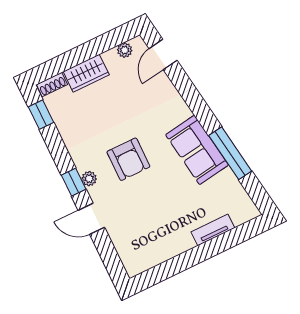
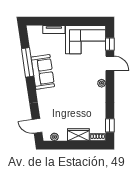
door: (163, 54) -> (37, 126), swing flipped
armchair: (128, 159) -> (78, 83), removed
window: (74, 182) -> (110, 44), moved
corner sofa: (151, 239) -> (86, 40), added

